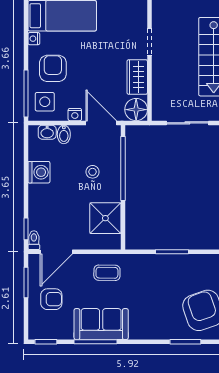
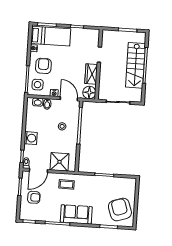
washing machine: (39, 172) -> (31, 138), moved
shower: (105, 218) -> (60, 162), moved
sofa: (101, 324) -> (76, 214), moved

